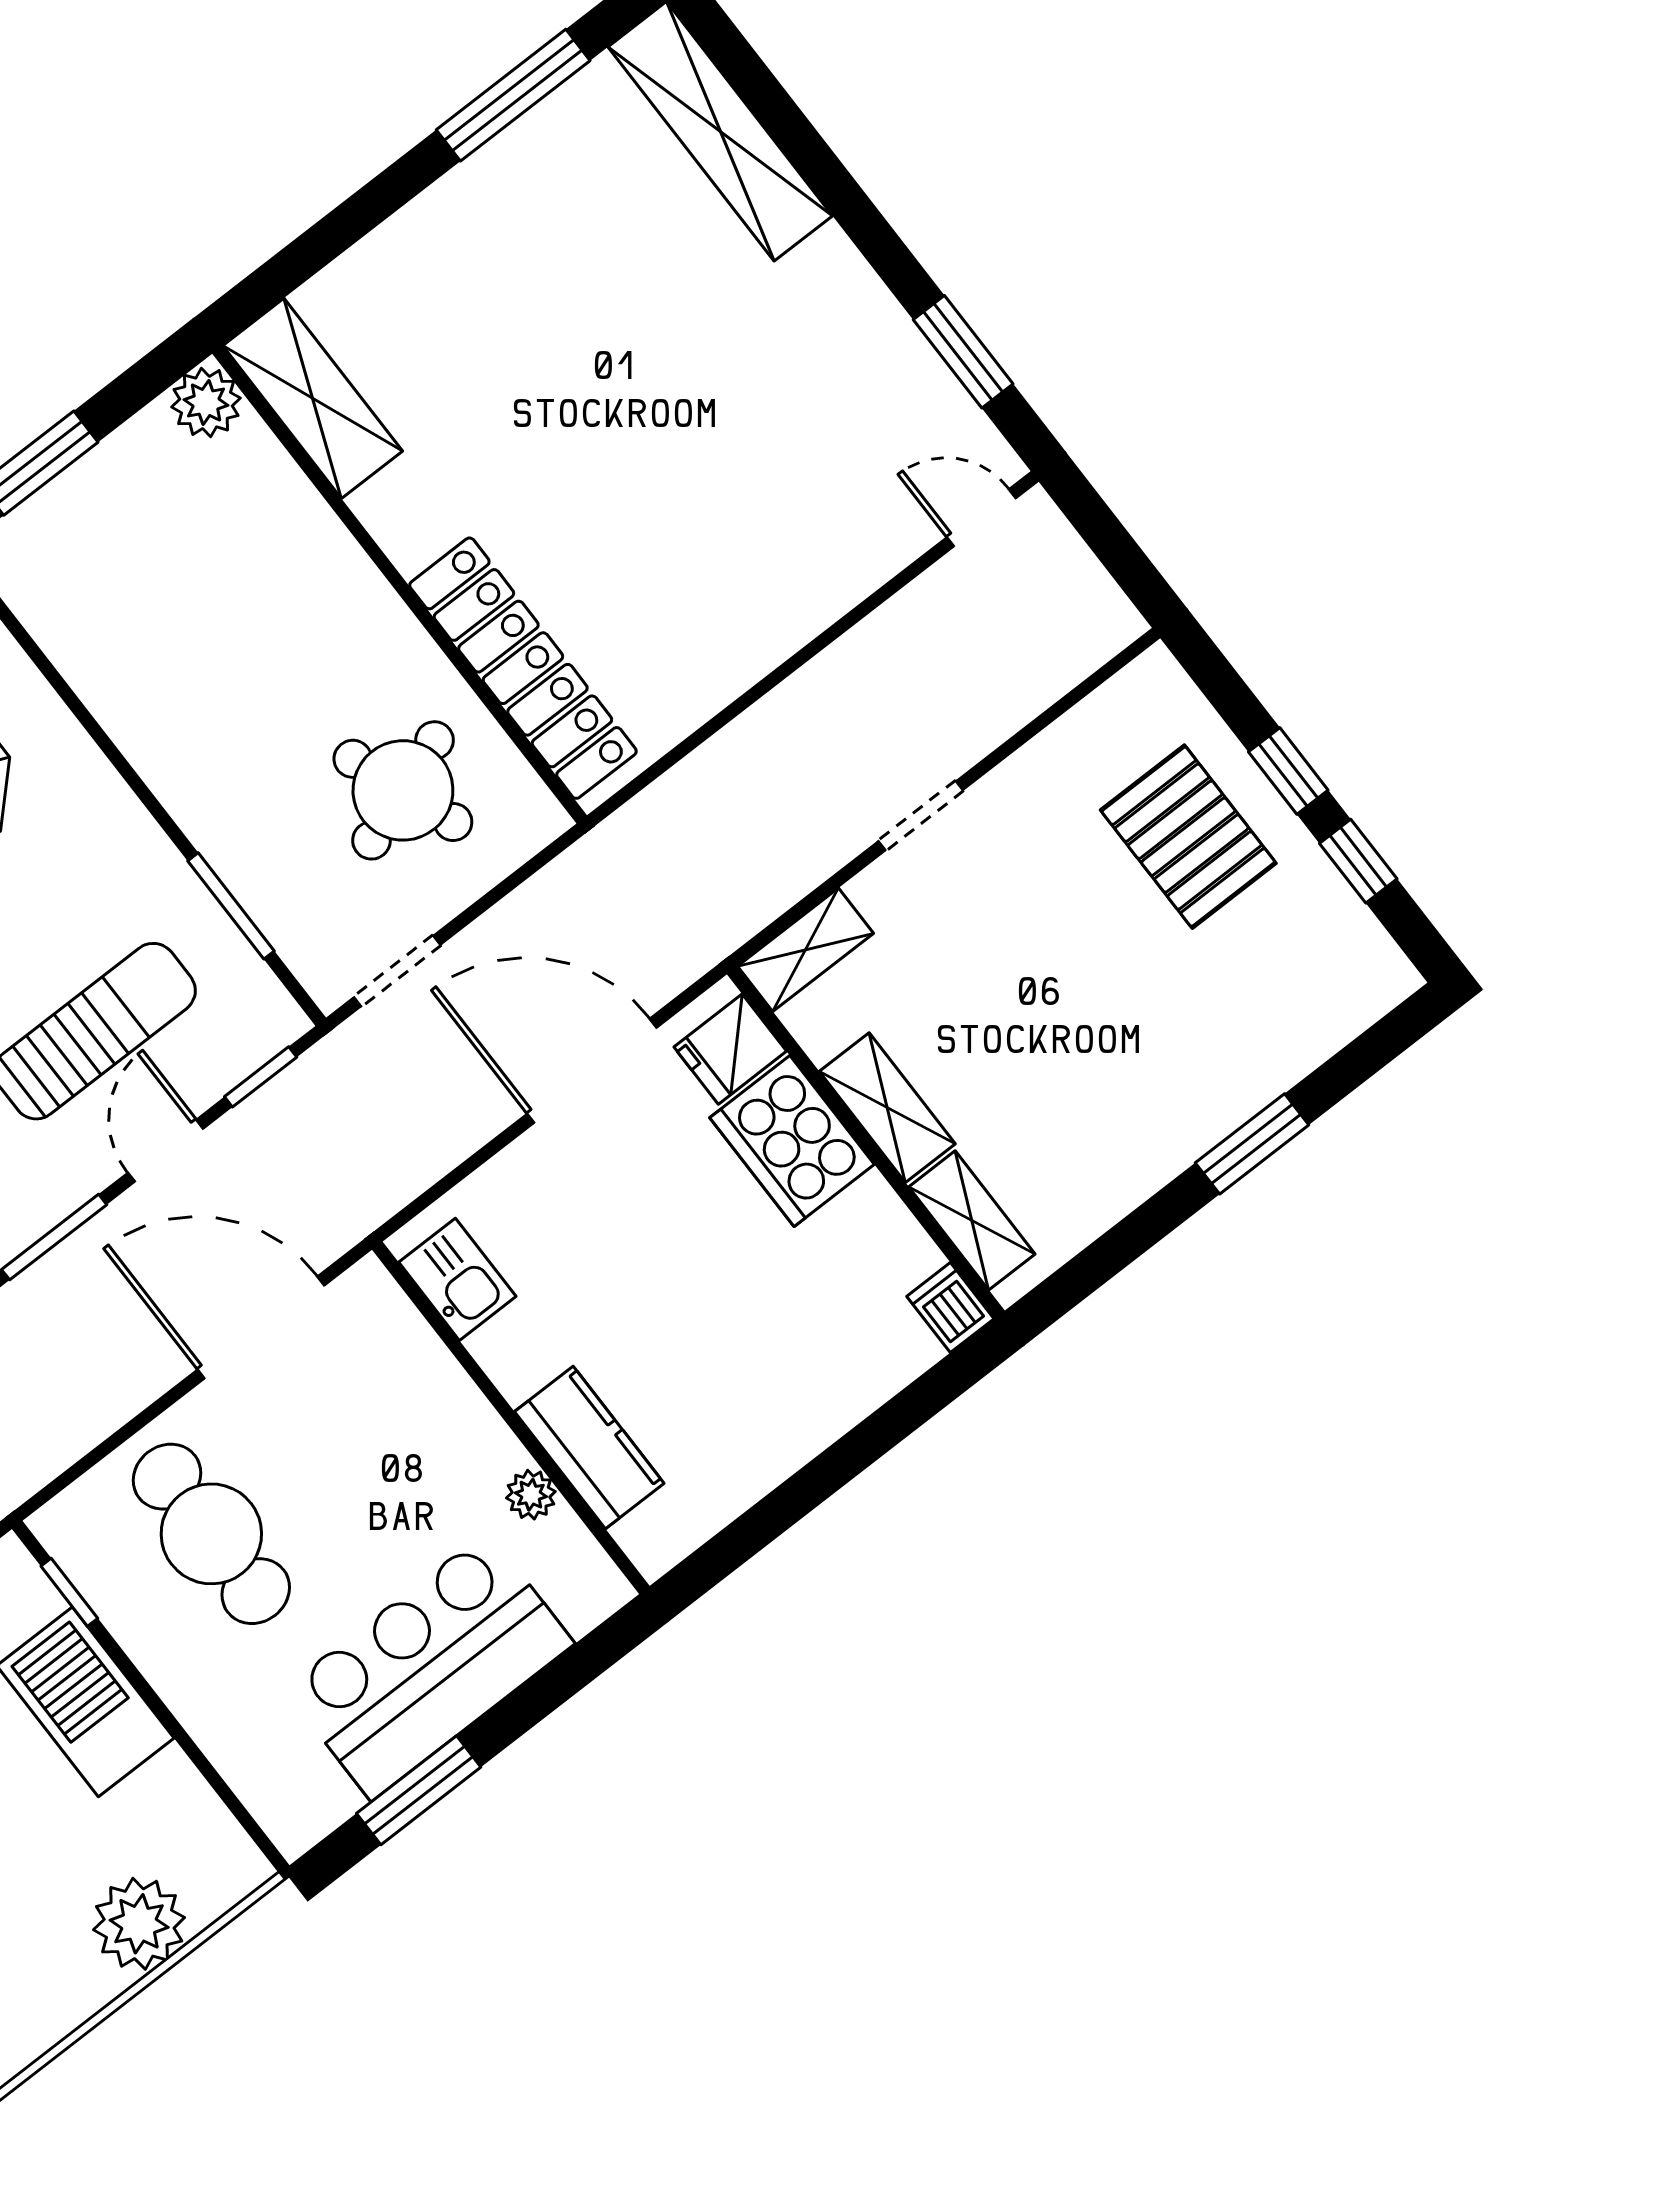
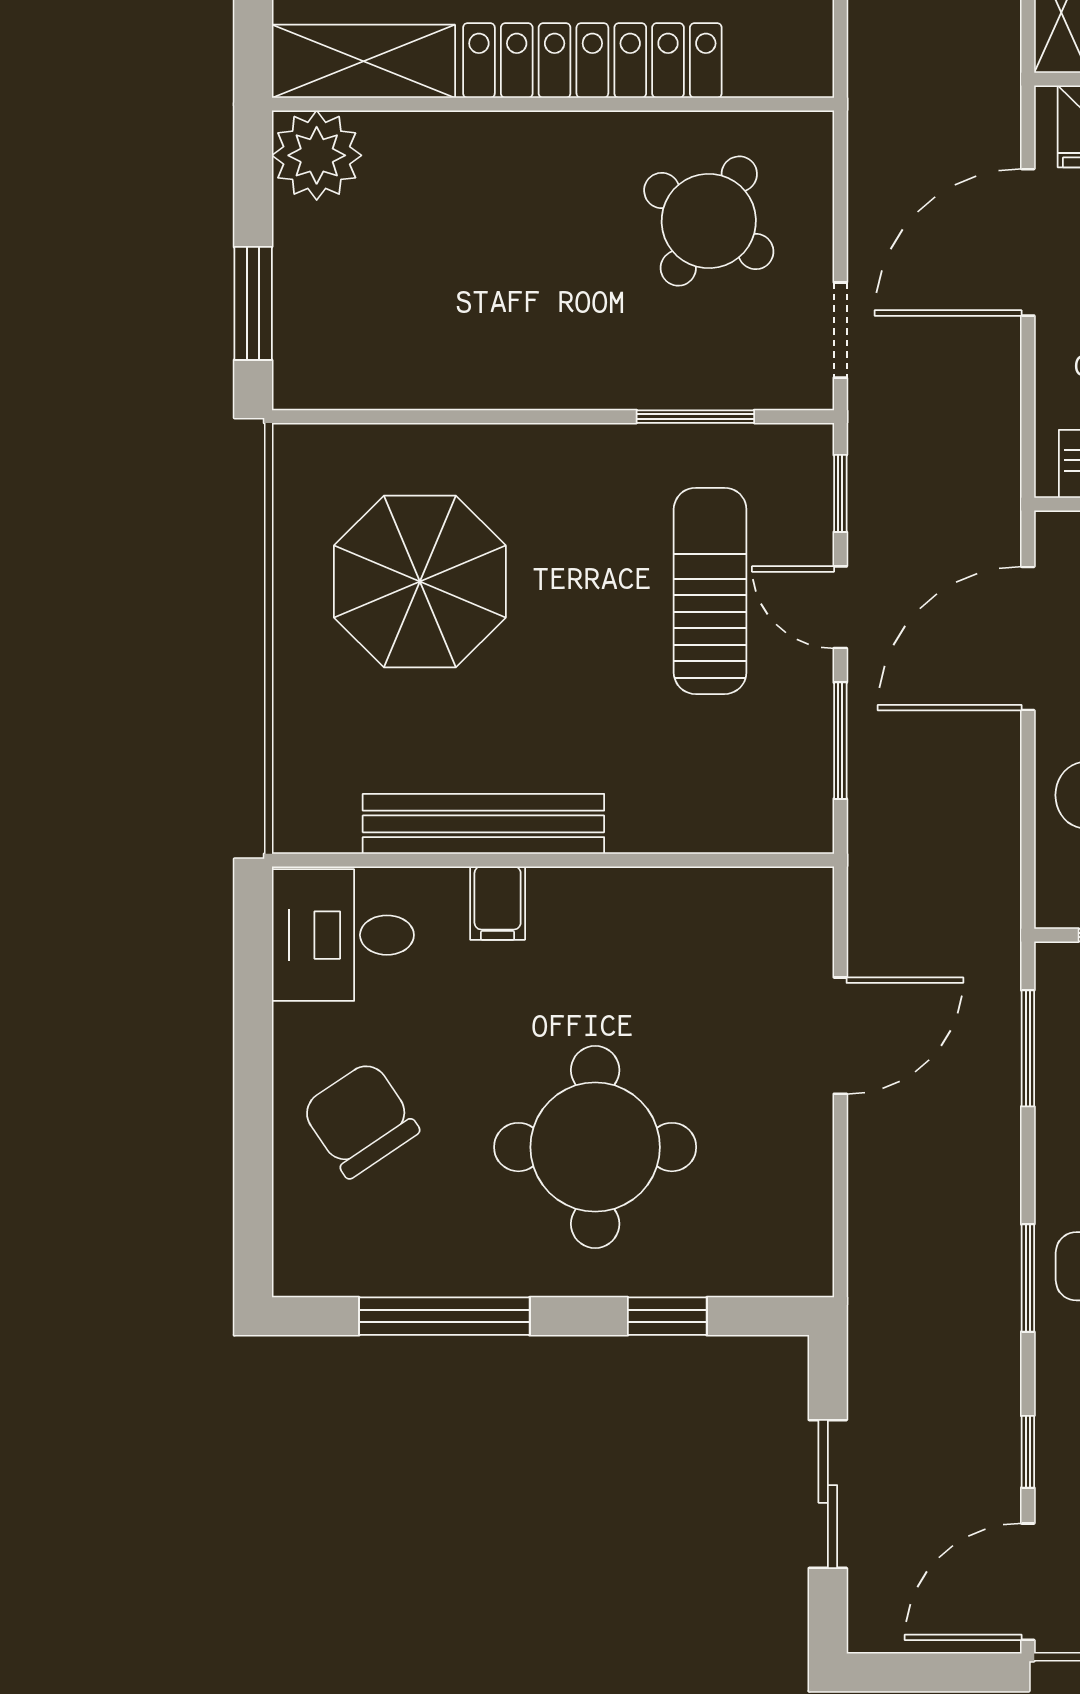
plant: (206, 403) -> (317, 155), width x1.36, depth x1.36
locker: (523, 668) -> (592, 61), moved
round table: (403, 790) -> (709, 221), turned -37

